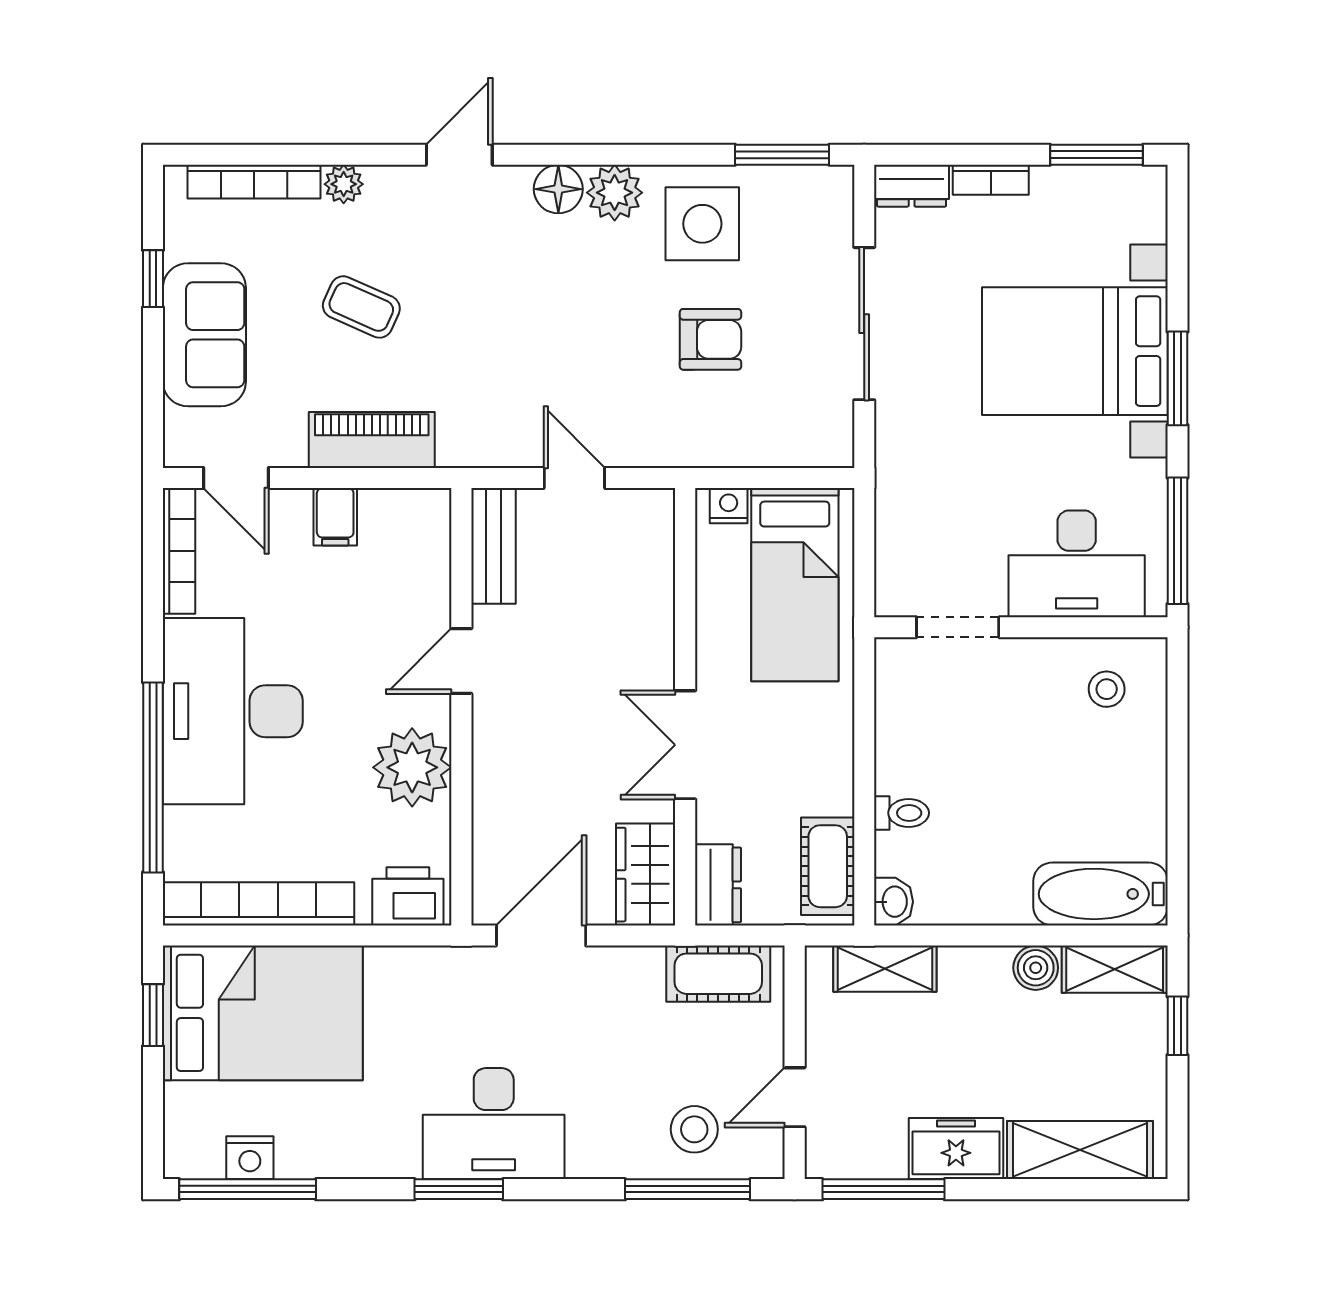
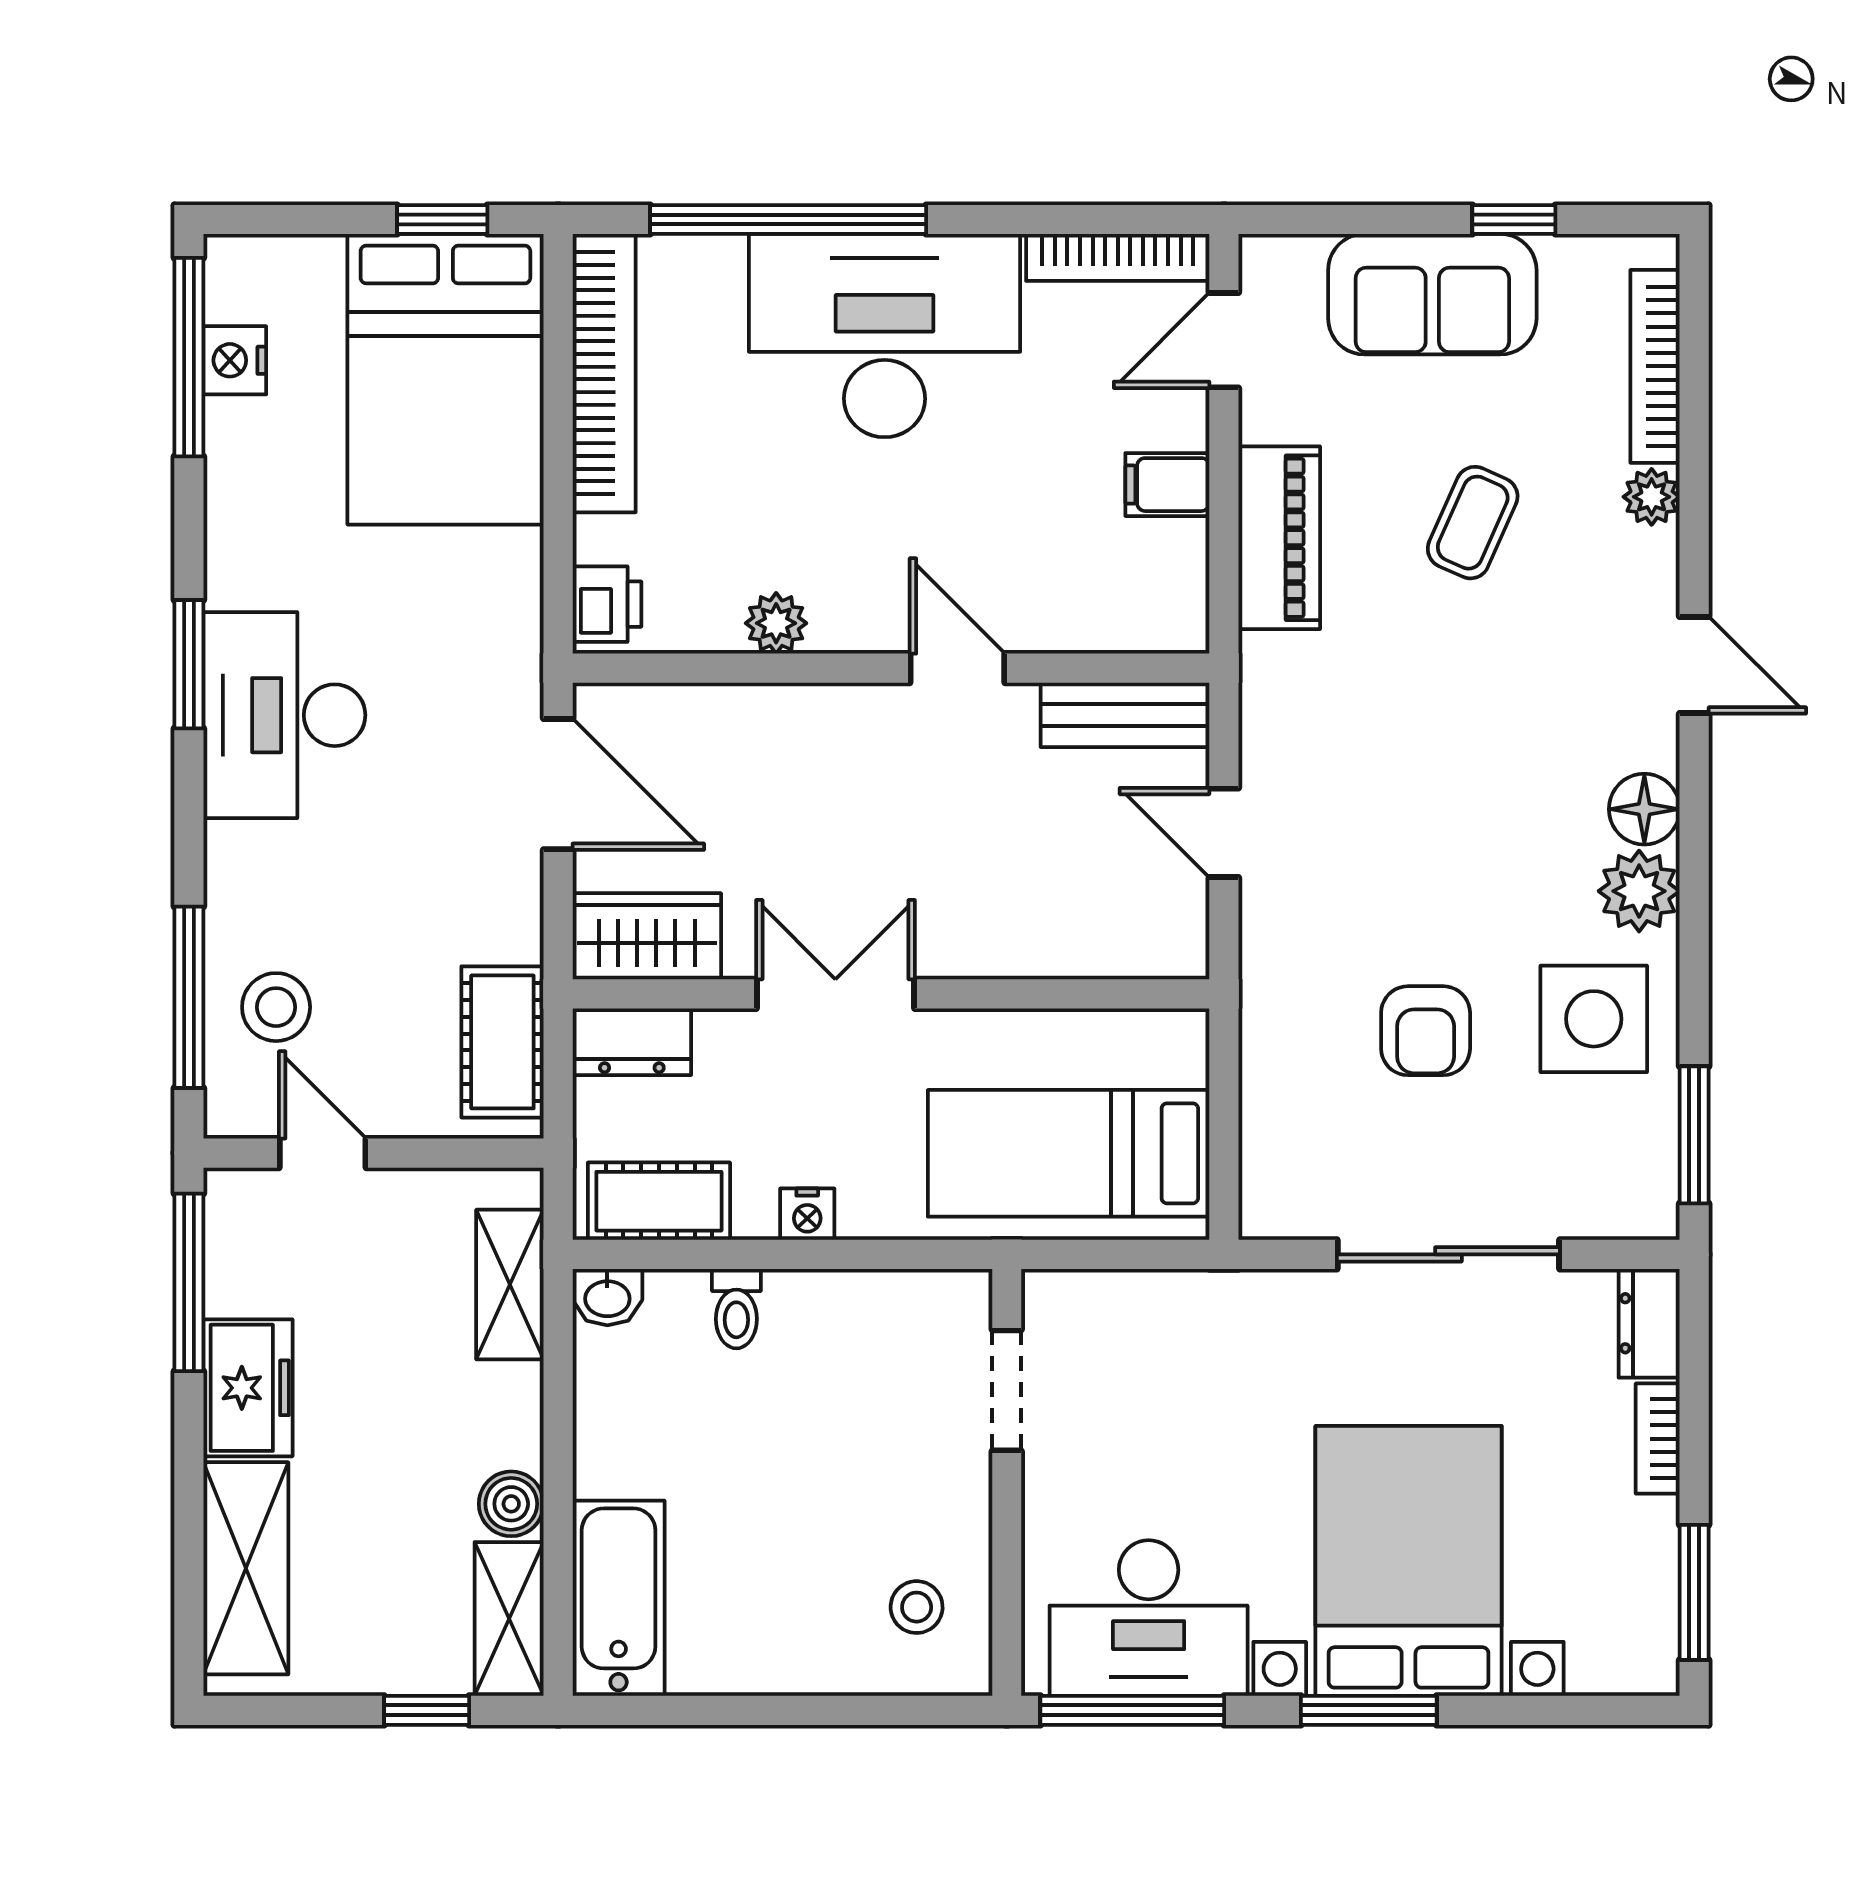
door: (574, 478) -> (1224, 833), swing flipped
nightstand: (729, 506) -> (807, 1214), moved, turned 90
desk: (1077, 564) -> (1149, 1618), moved, turned -90
plant: (412, 767) -> (776, 623), width x0.53, depth x0.53
printer: (408, 896) -> (607, 604), width x0.73, depth x0.81

